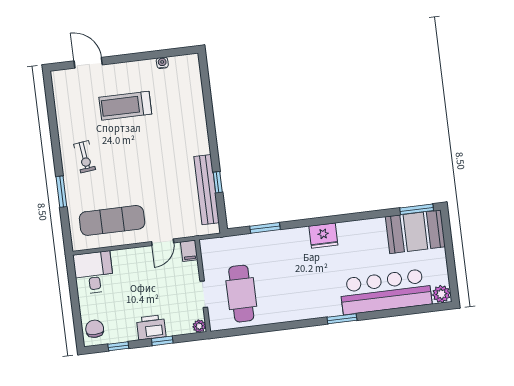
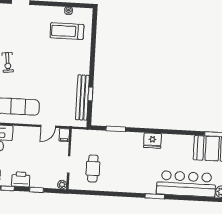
treadmill: (125, 106) -> (67, 31), moved
cafe table: (241, 294) -> (93, 168), width x0.73, depth x0.74
printer: (151, 327) -> (21, 179), moved

